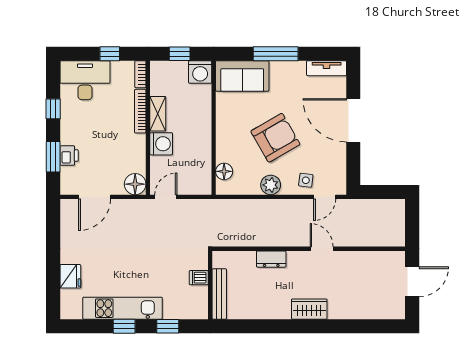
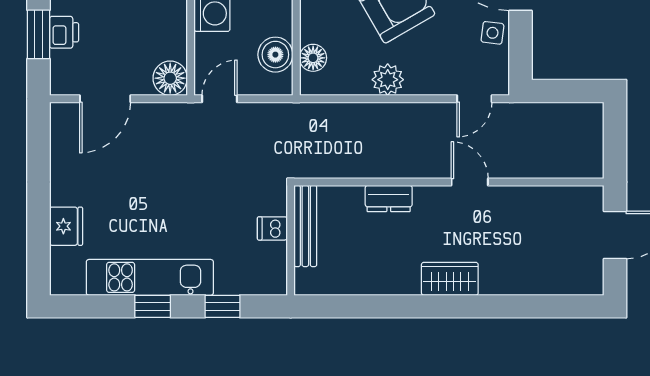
boiler: (201, 169) -> (275, 55), added
side table: (306, 180) -> (492, 33), moved
bench: (219, 294) -> (305, 226), moved

